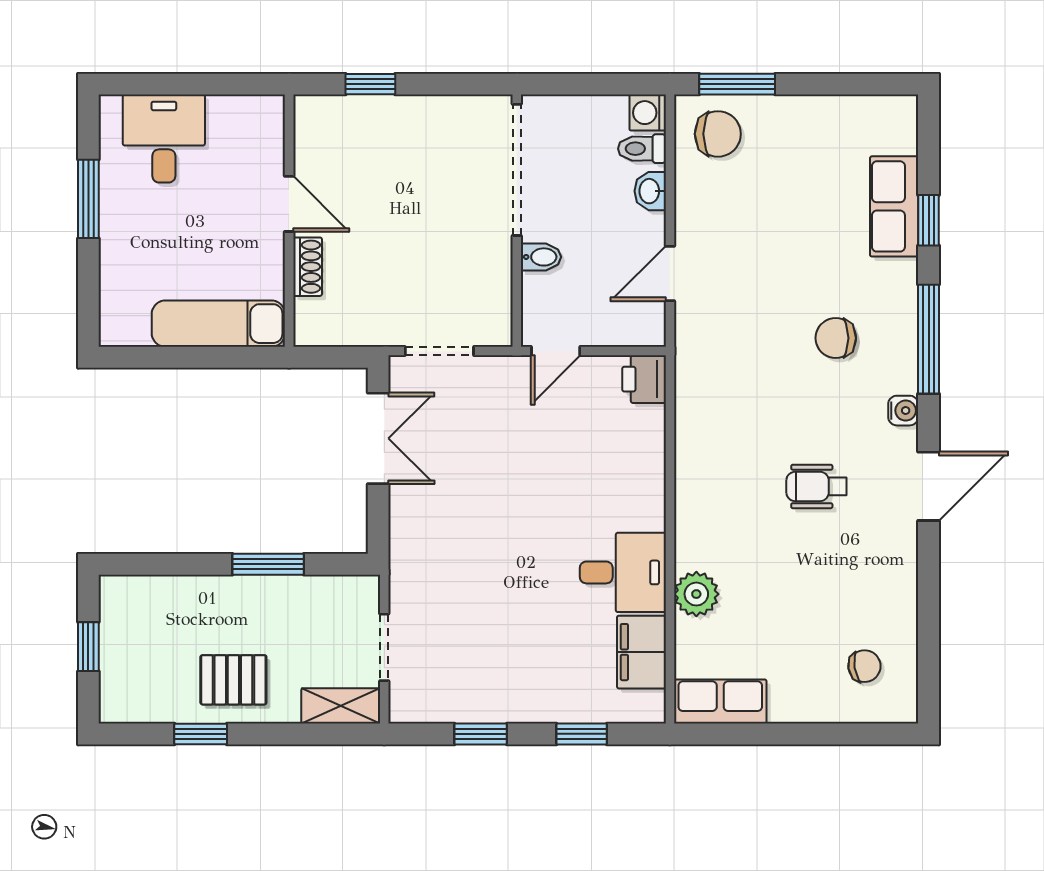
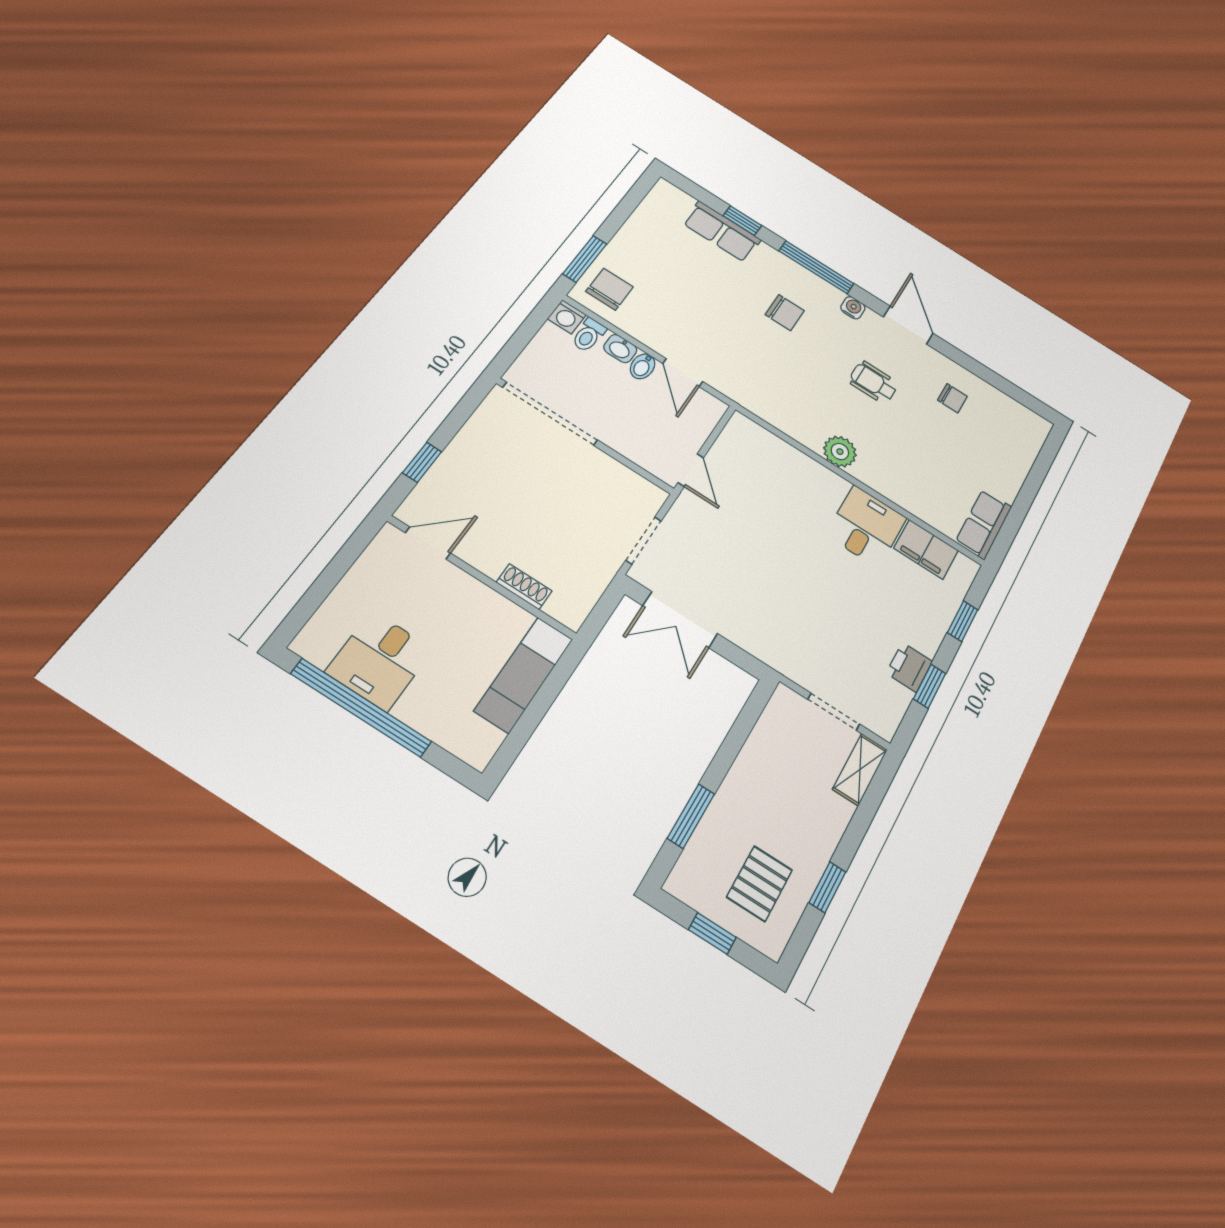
desk: (164, 139) -> (379, 661), moved, turned -90
window: (88, 199) -> (361, 708), width x2.11
door: (289, 204) -> (428, 543), moved
bidet: (541, 257) -> (643, 366), moved, turned 180
chair: (836, 338) -> (785, 313), turned -90
printer: (644, 379) -> (909, 667), moved, turned 90
double door: (378, 438) -> (680, 620), swing flipped
wheelchair: (817, 486) -> (873, 382), turned 90
window: (268, 564) -> (691, 816), moved
plant: (696, 594) -> (840, 452), moved
chair: (864, 666) -> (952, 398), moved, turned 99
pallet: (233, 680) -> (760, 884), moved

